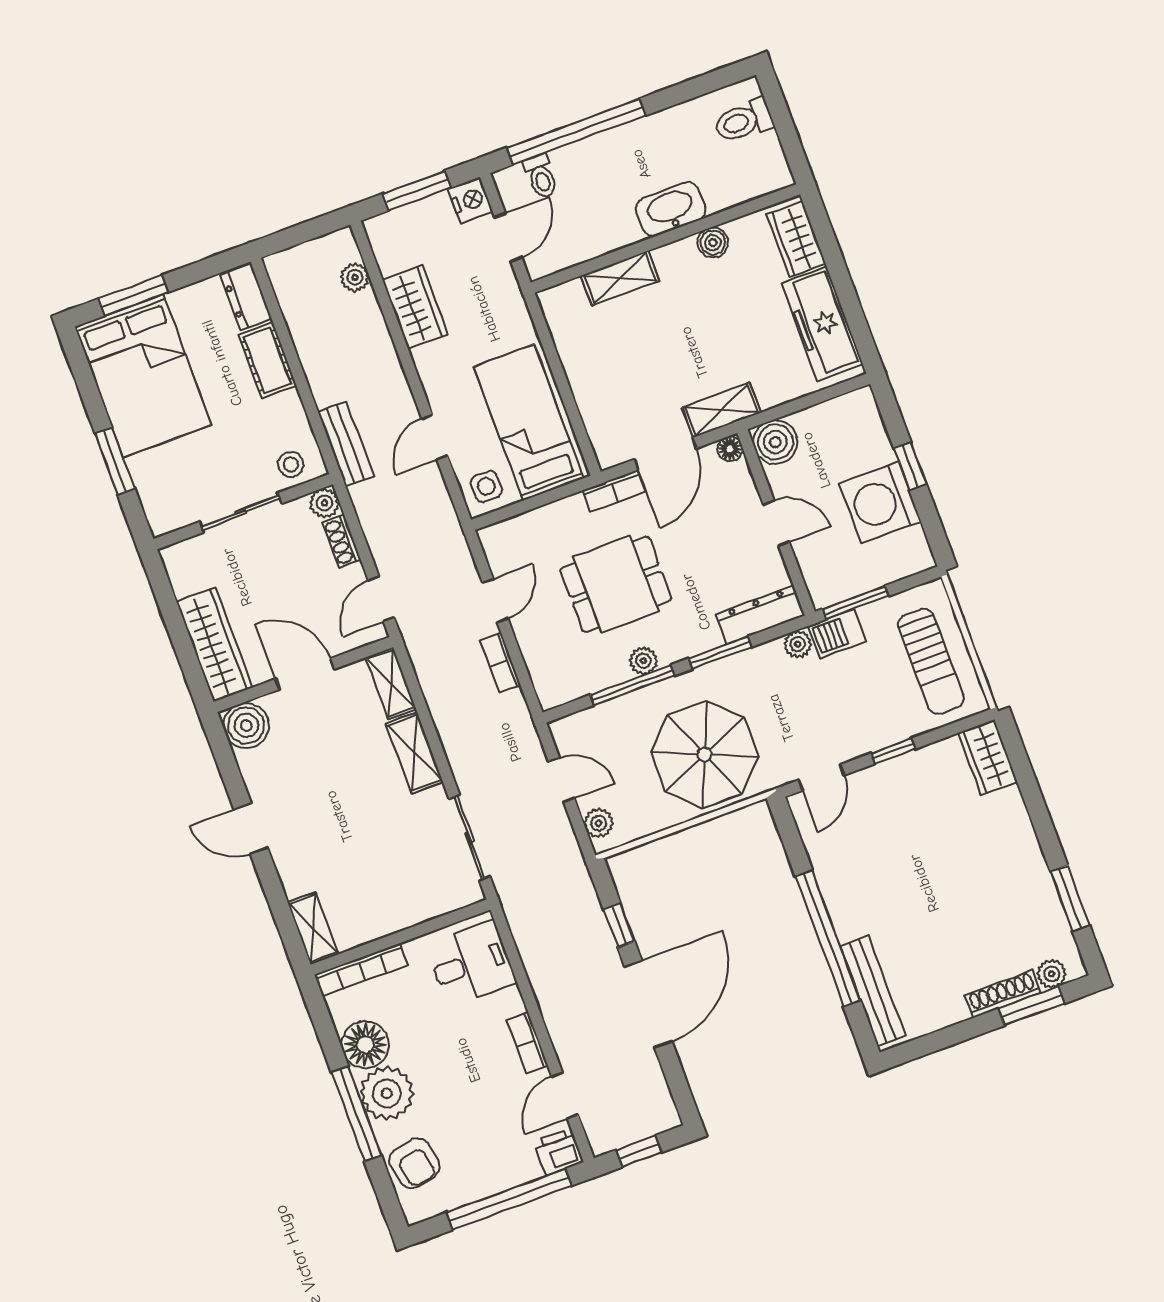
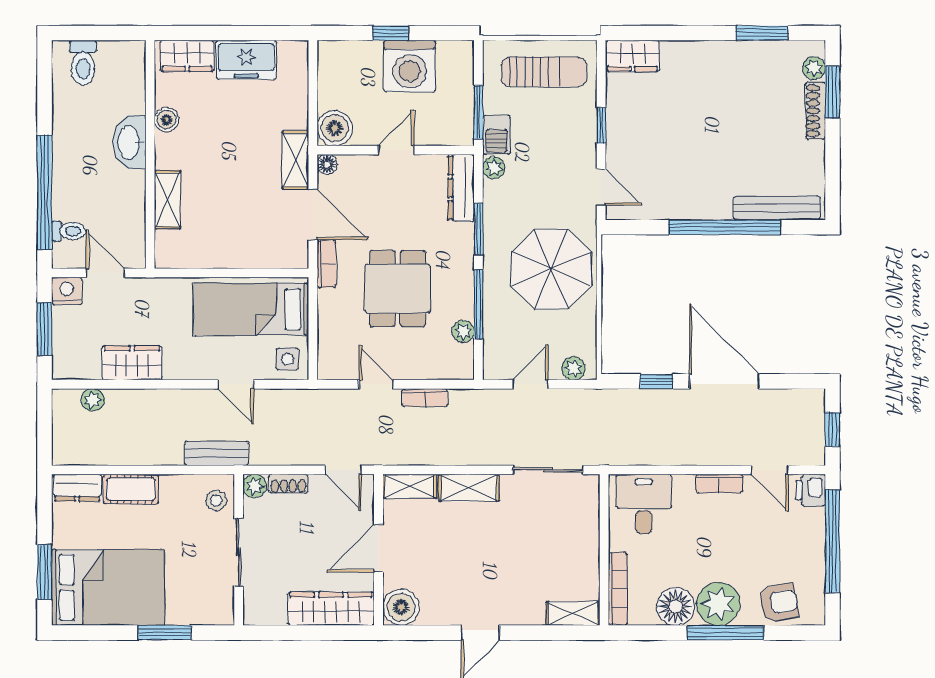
freezer: (822, 324) -> (246, 60), width x0.71
plant: (643, 661) -> (463, 331), moved

